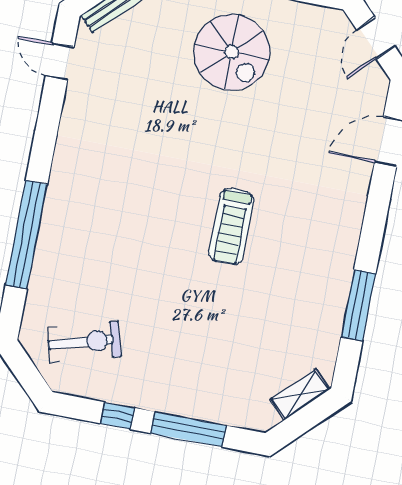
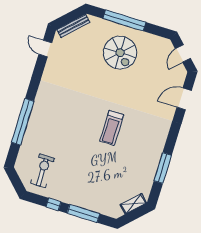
exercise bike: (84, 342) -> (43, 171), turned -74

